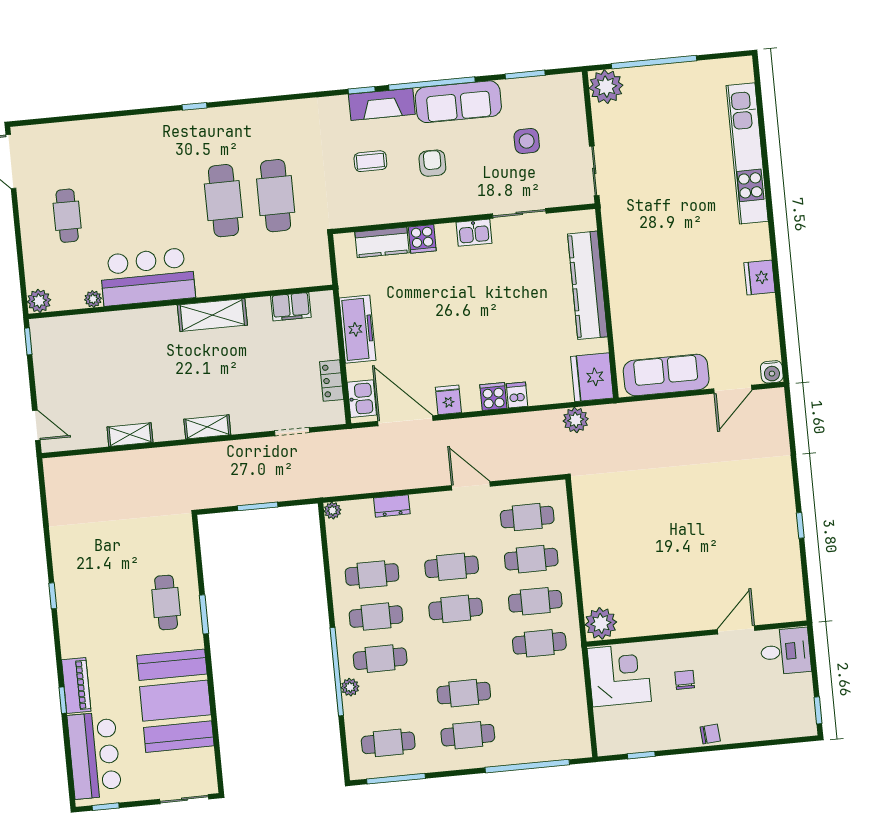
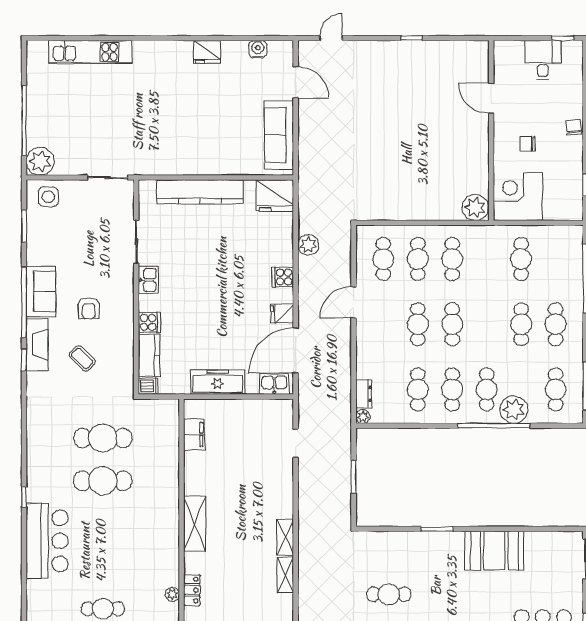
sofa: (458, 102) -> (41, 292), width x0.73
side table: (527, 141) -> (48, 197), moved
kitchen unit: (747, 153) -> (90, 52), width x0.73
coffee table: (370, 161) -> (82, 358), turned -45
armchair: (432, 163) -> (89, 308), turned -90
bar counter: (148, 277) -> (47, 541), moved, turned 180
shelving: (212, 315) -> (195, 524), moved
water cooler: (772, 372) -> (258, 49), moved, turned -90
locker: (332, 381) -> (192, 590), moved, turned -90
dishwasher: (517, 395) -> (148, 386), moved, turned 180
plant: (576, 420) -> (308, 245), moved
shelving: (207, 427) -> (285, 537), moved
door: (791, 427) -> (331, 38), added
dresser: (392, 506) -> (364, 394), moved
cafe table: (166, 602) -> (389, 594), moved
cafe table: (539, 643) -> (521, 259), moved
desk: (785, 651) -> (543, 60), moved
plant: (350, 687) -> (514, 410), width x1.87, depth x1.87
booth: (175, 701) -> (494, 551), width x0.73, depth x0.70

